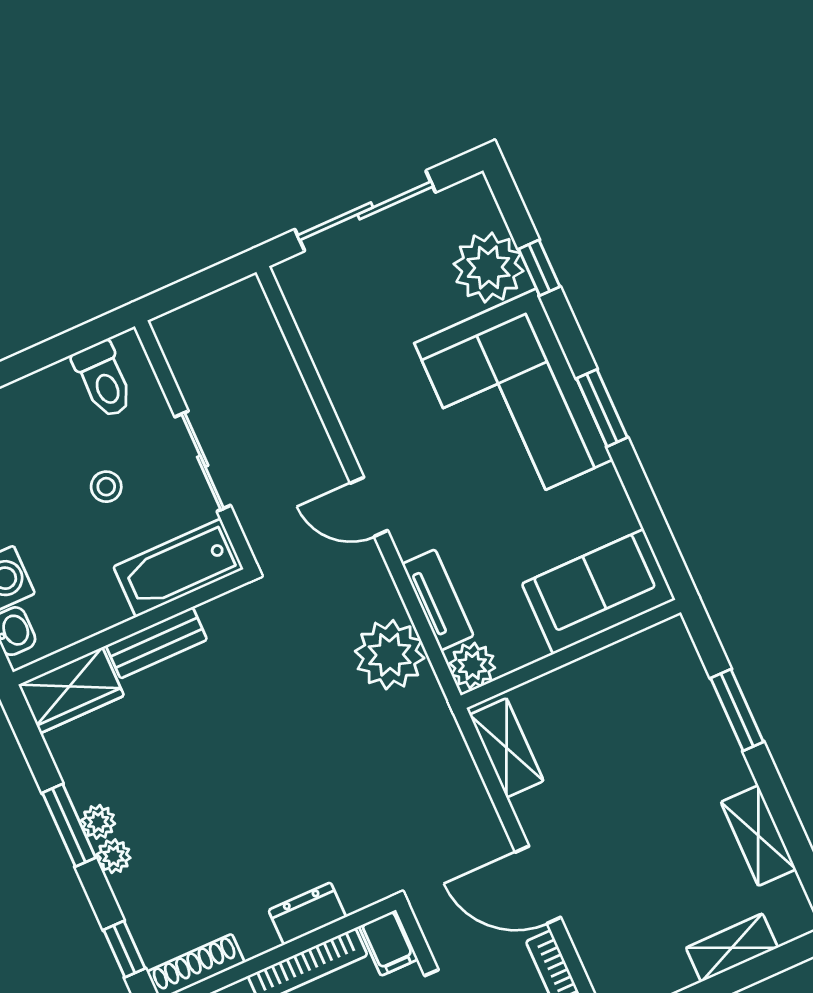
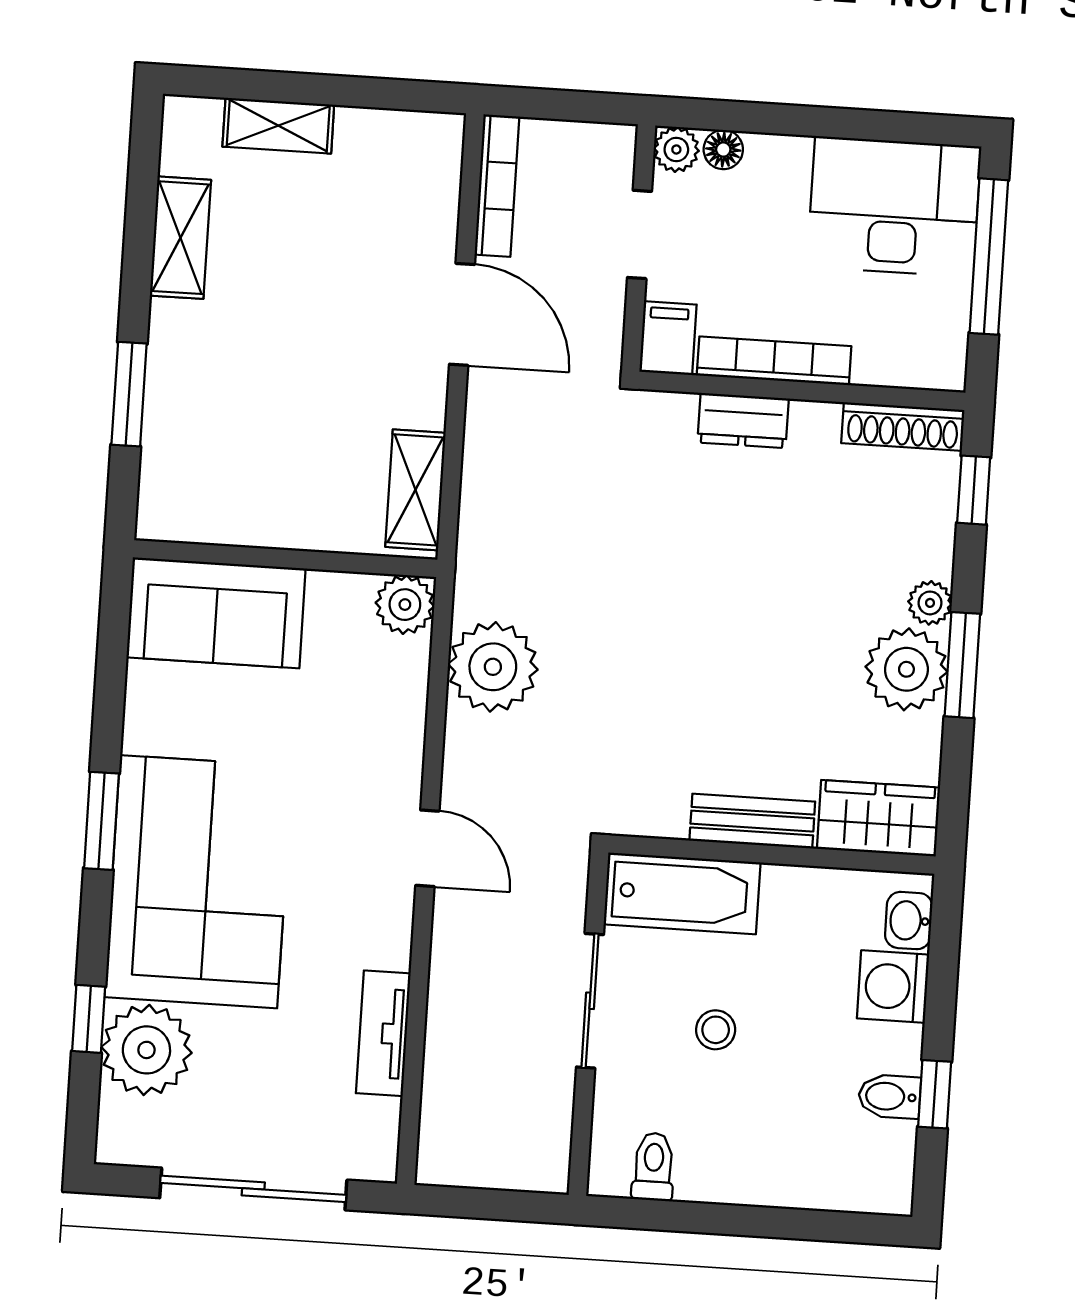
toilet: (103, 380) -> (653, 1167), width x0.73, depth x0.72
tv unit: (438, 600) -> (383, 1033), moved
plant: (98, 822) -> (906, 669), width x1.88, depth x1.88

